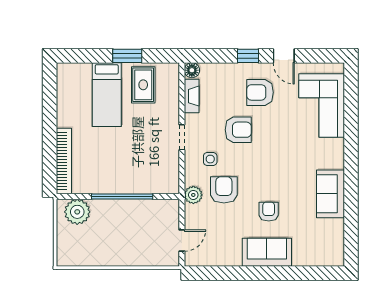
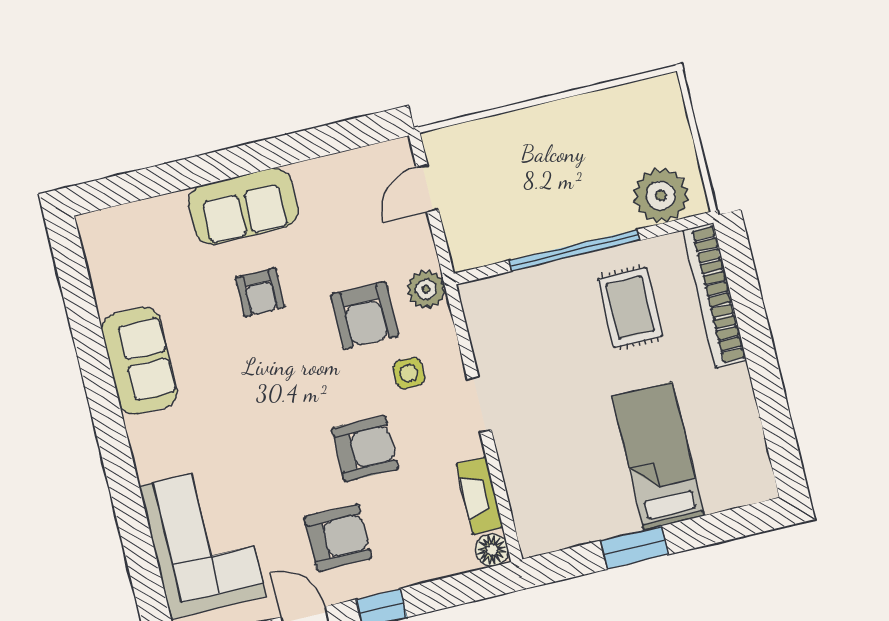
rug: (143, 85) -> (630, 307), moved
armchair: (238, 130) -> (365, 449), turned 180

